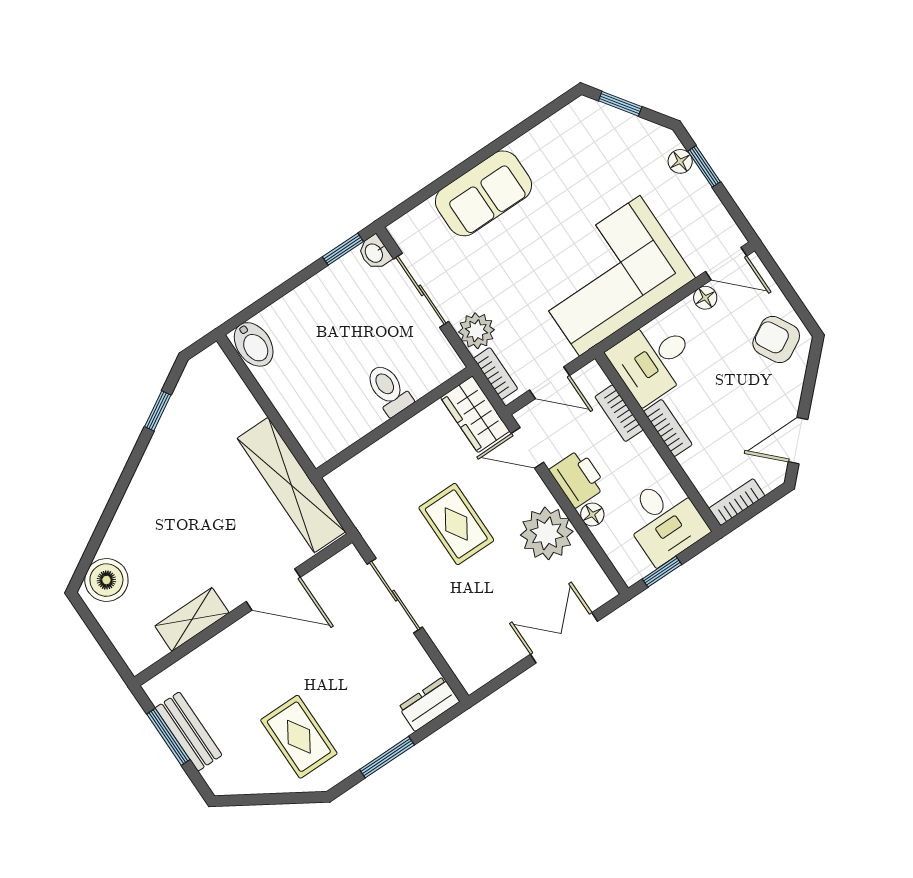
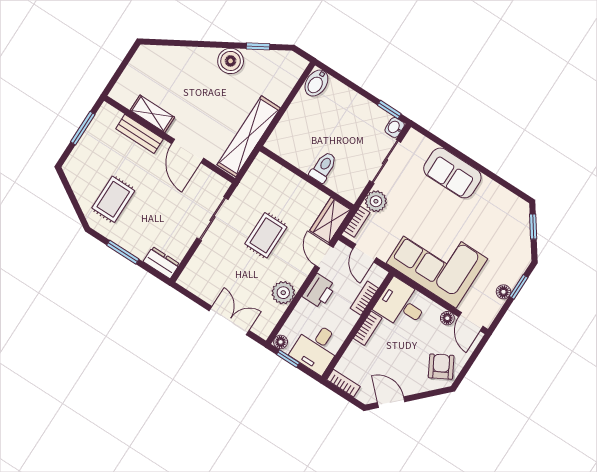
floor lamp: (680, 161) -> (503, 292), moved
floor lamp: (592, 514) -> (281, 342), moved
plant: (547, 533) -> (283, 293), width x0.73, depth x0.73
boiler: (106, 580) -> (231, 61), moved
bench: (189, 732) -> (139, 134), moved, turned 90

